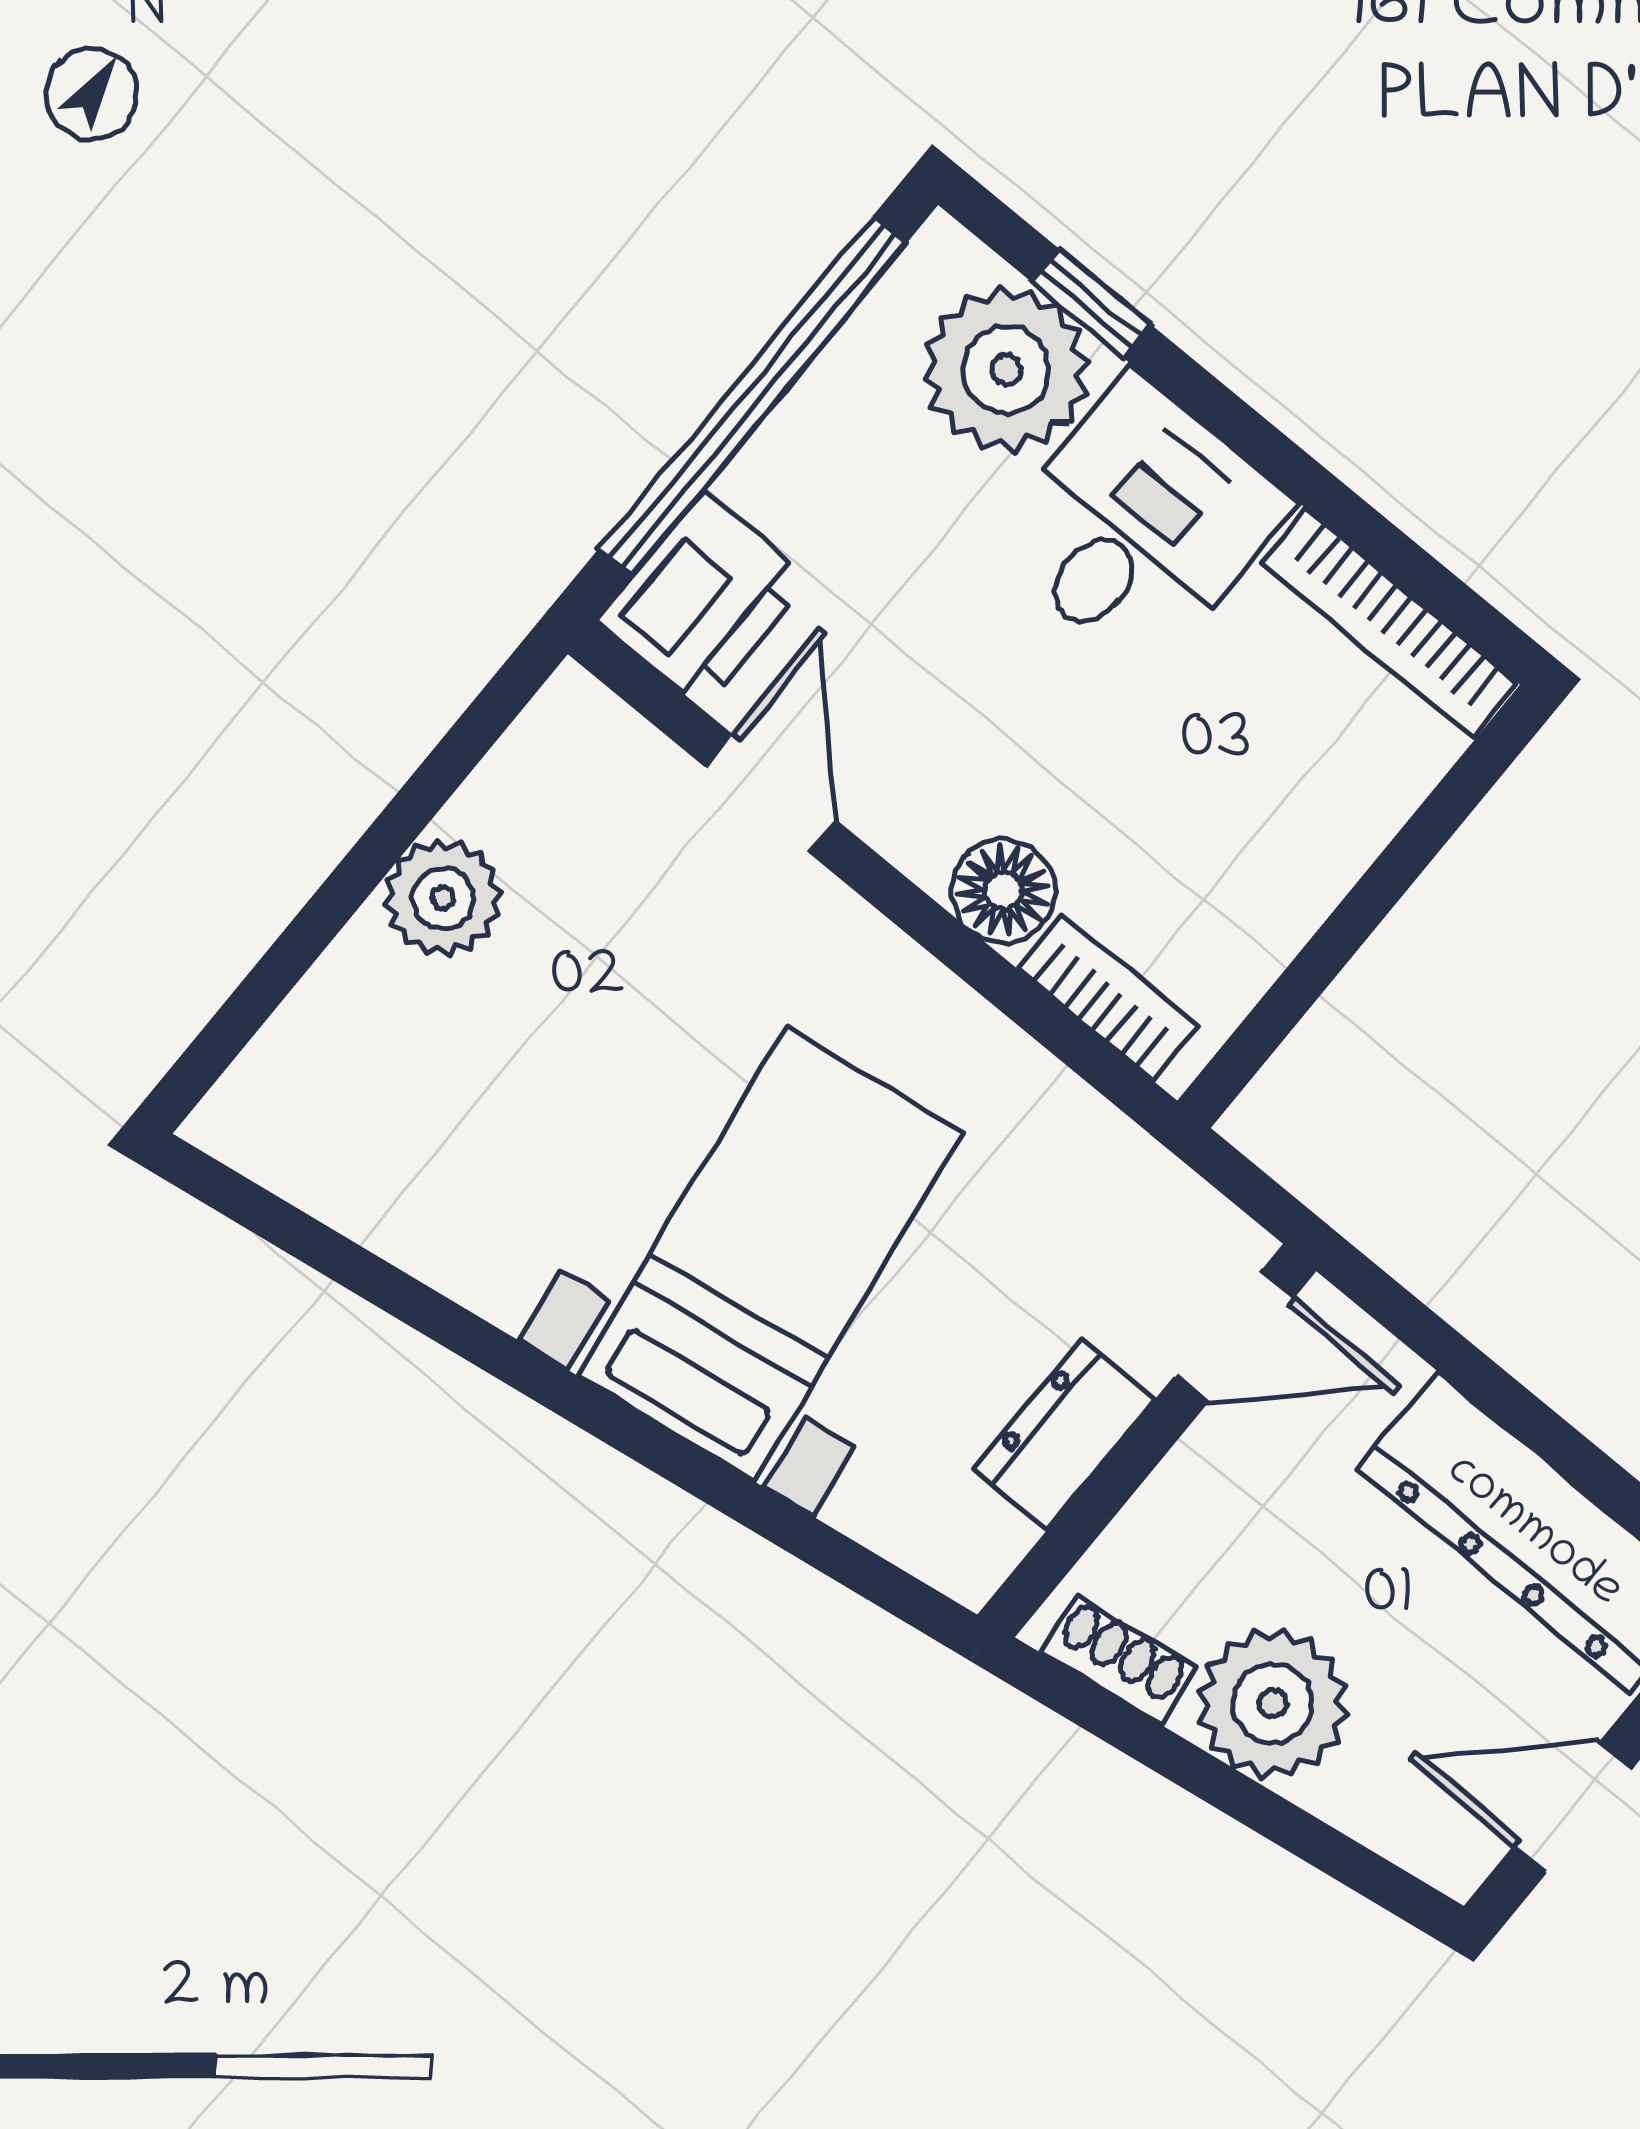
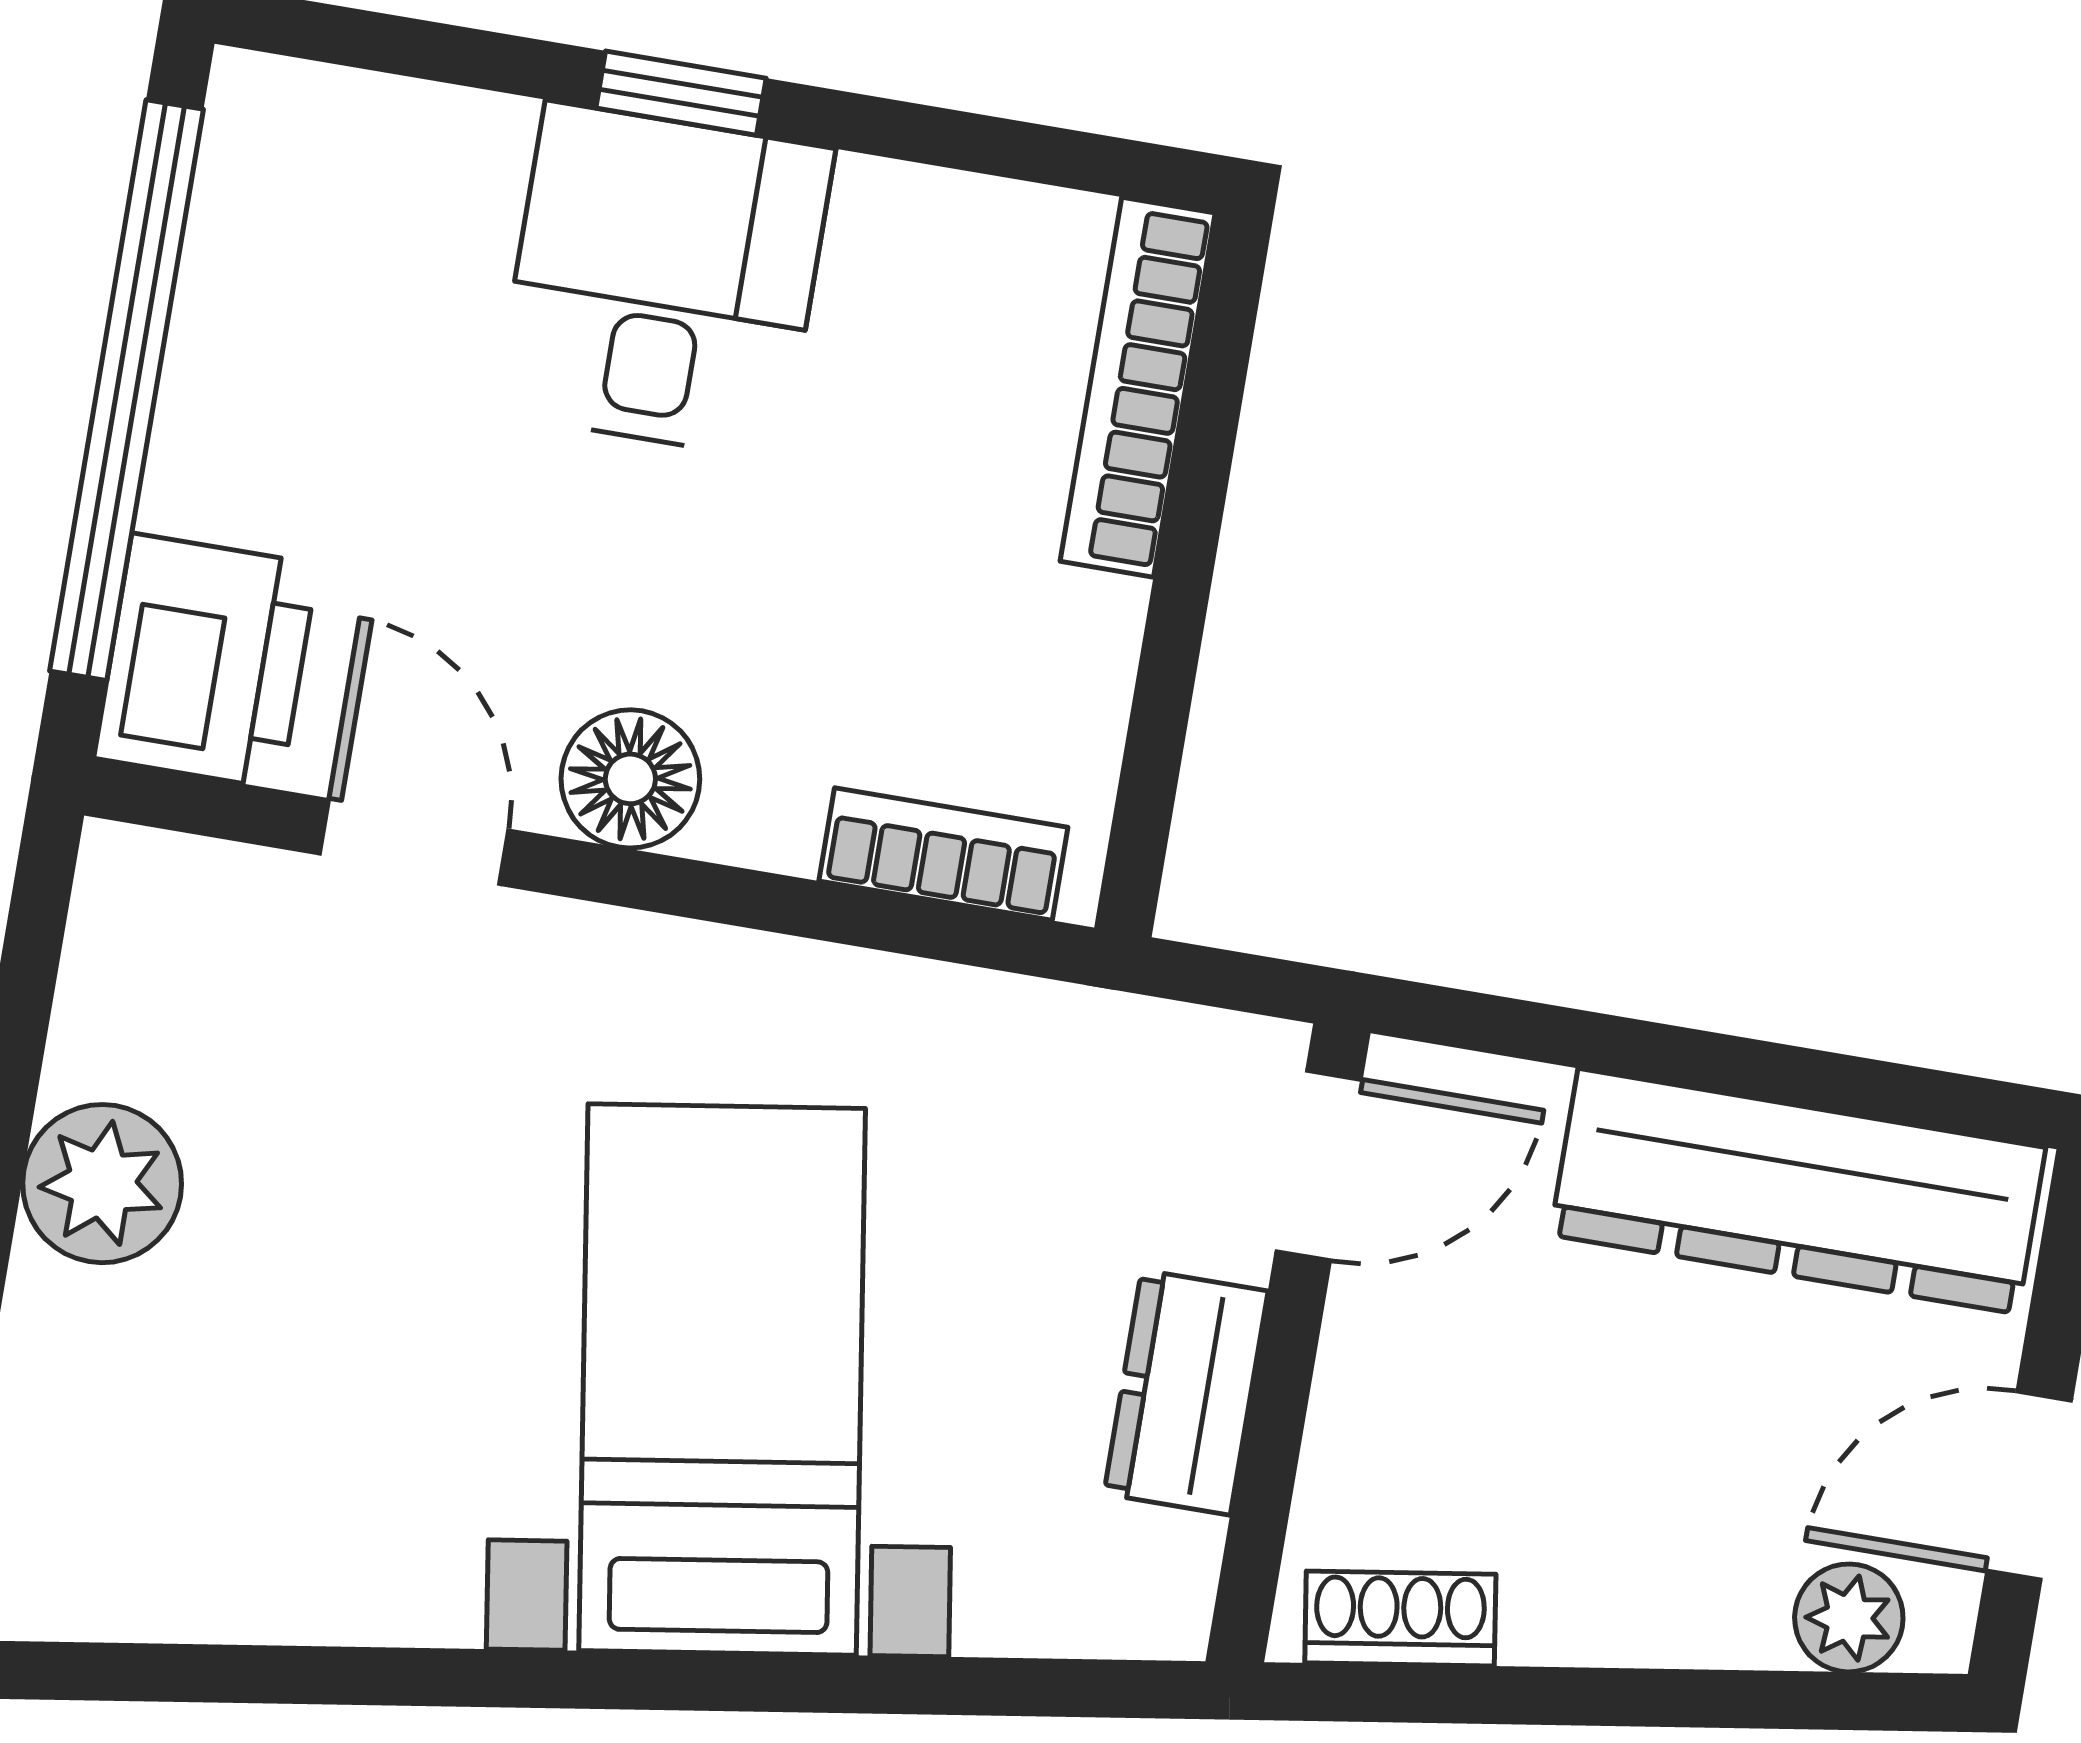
window: (1091, 303) -> (681, 93), moved
plant: (1006, 369) -> (404, 190), removed
bookcase: (1390, 623) -> (1138, 387), moved, turned 90
floor lamp: (1003, 891) -> (630, 779), moved
plant: (1272, 1703) -> (1849, 1618), moved, width x0.53, depth x0.53

